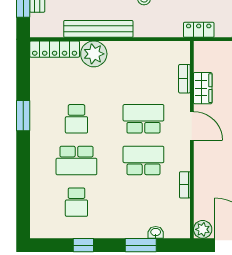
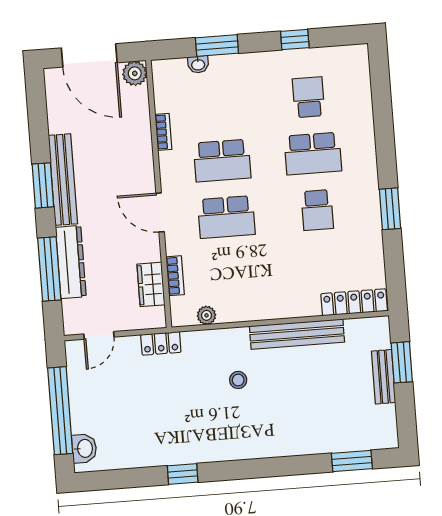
plant: (94, 54) -> (206, 315), moved, width x0.53, depth x0.53
wardrobe: (203, 88) -> (151, 284), moved
school desk: (76, 119) -> (317, 210), turned 180
school desk: (76, 160) -> (313, 154), turned 180

